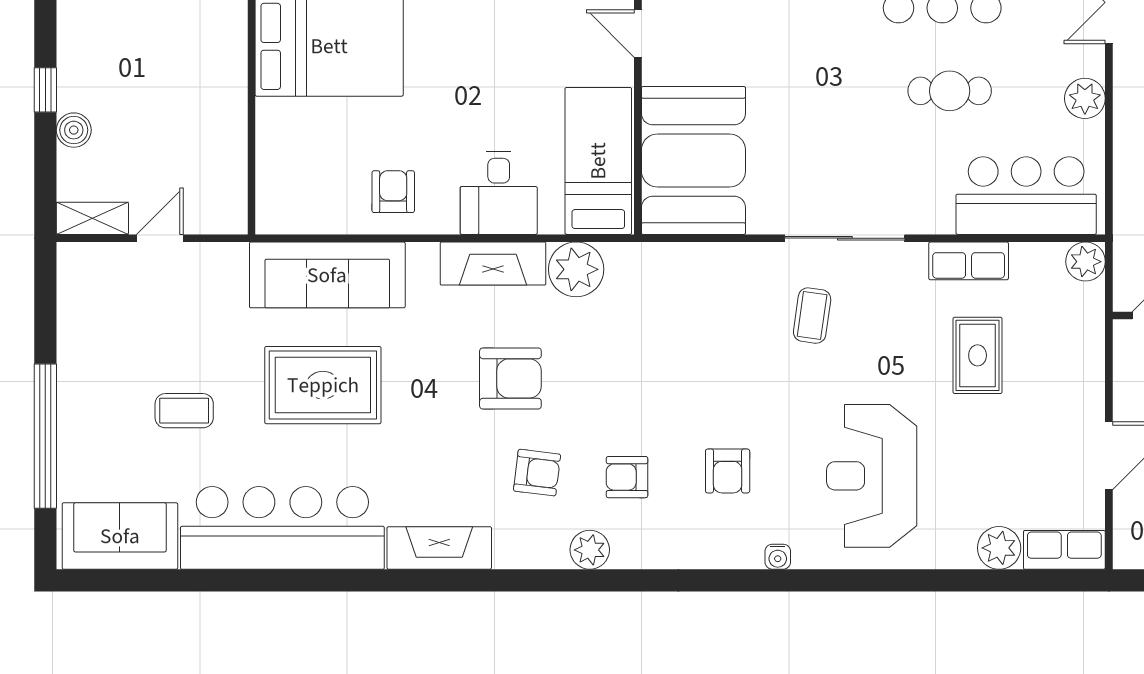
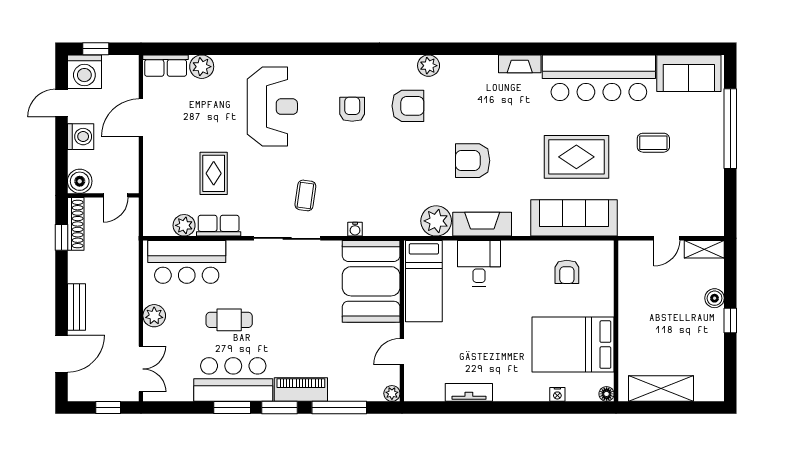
door: (638, 34) -> (402, 352), swing flipped
armchair: (393, 192) -> (567, 272), moved
plant: (1085, 262) -> (184, 225), moved
armchair: (537, 473) -> (458, 108), removed
armchair: (627, 477) -> (408, 106), width x1.38, depth x1.38
fireplace: (439, 548) -> (520, 64), width x0.73, depth x0.76
water cooler: (778, 557) -> (355, 229), moved, turned 180

